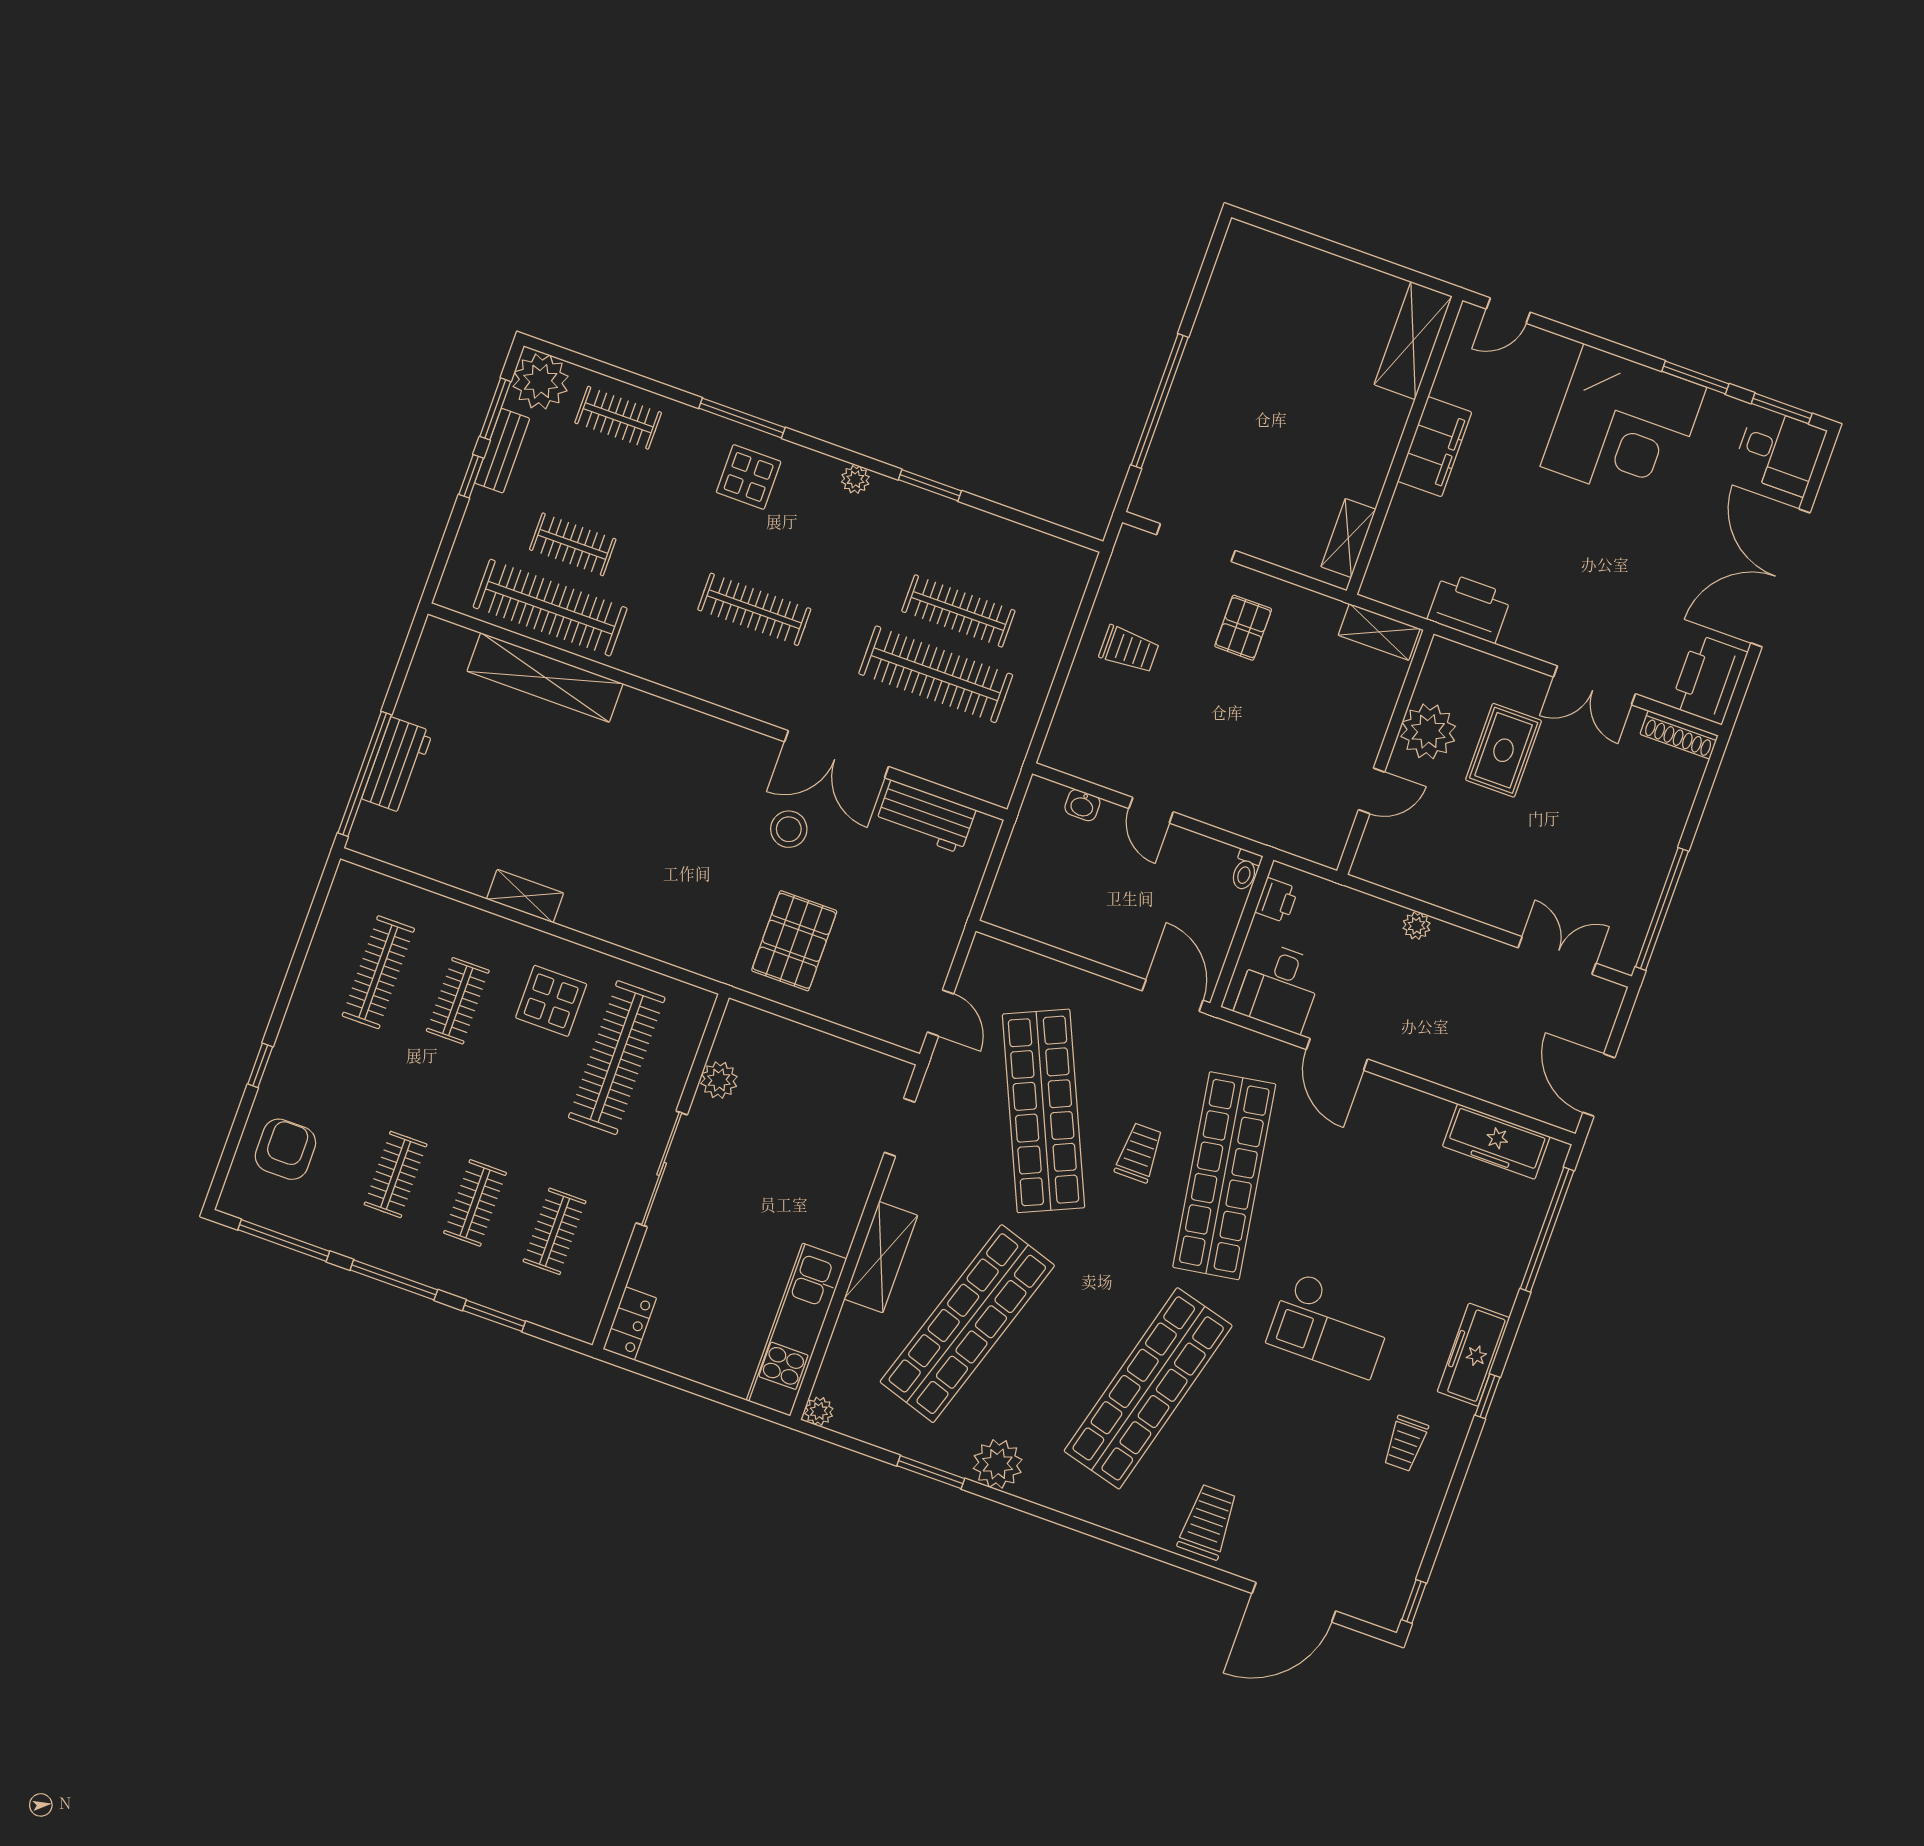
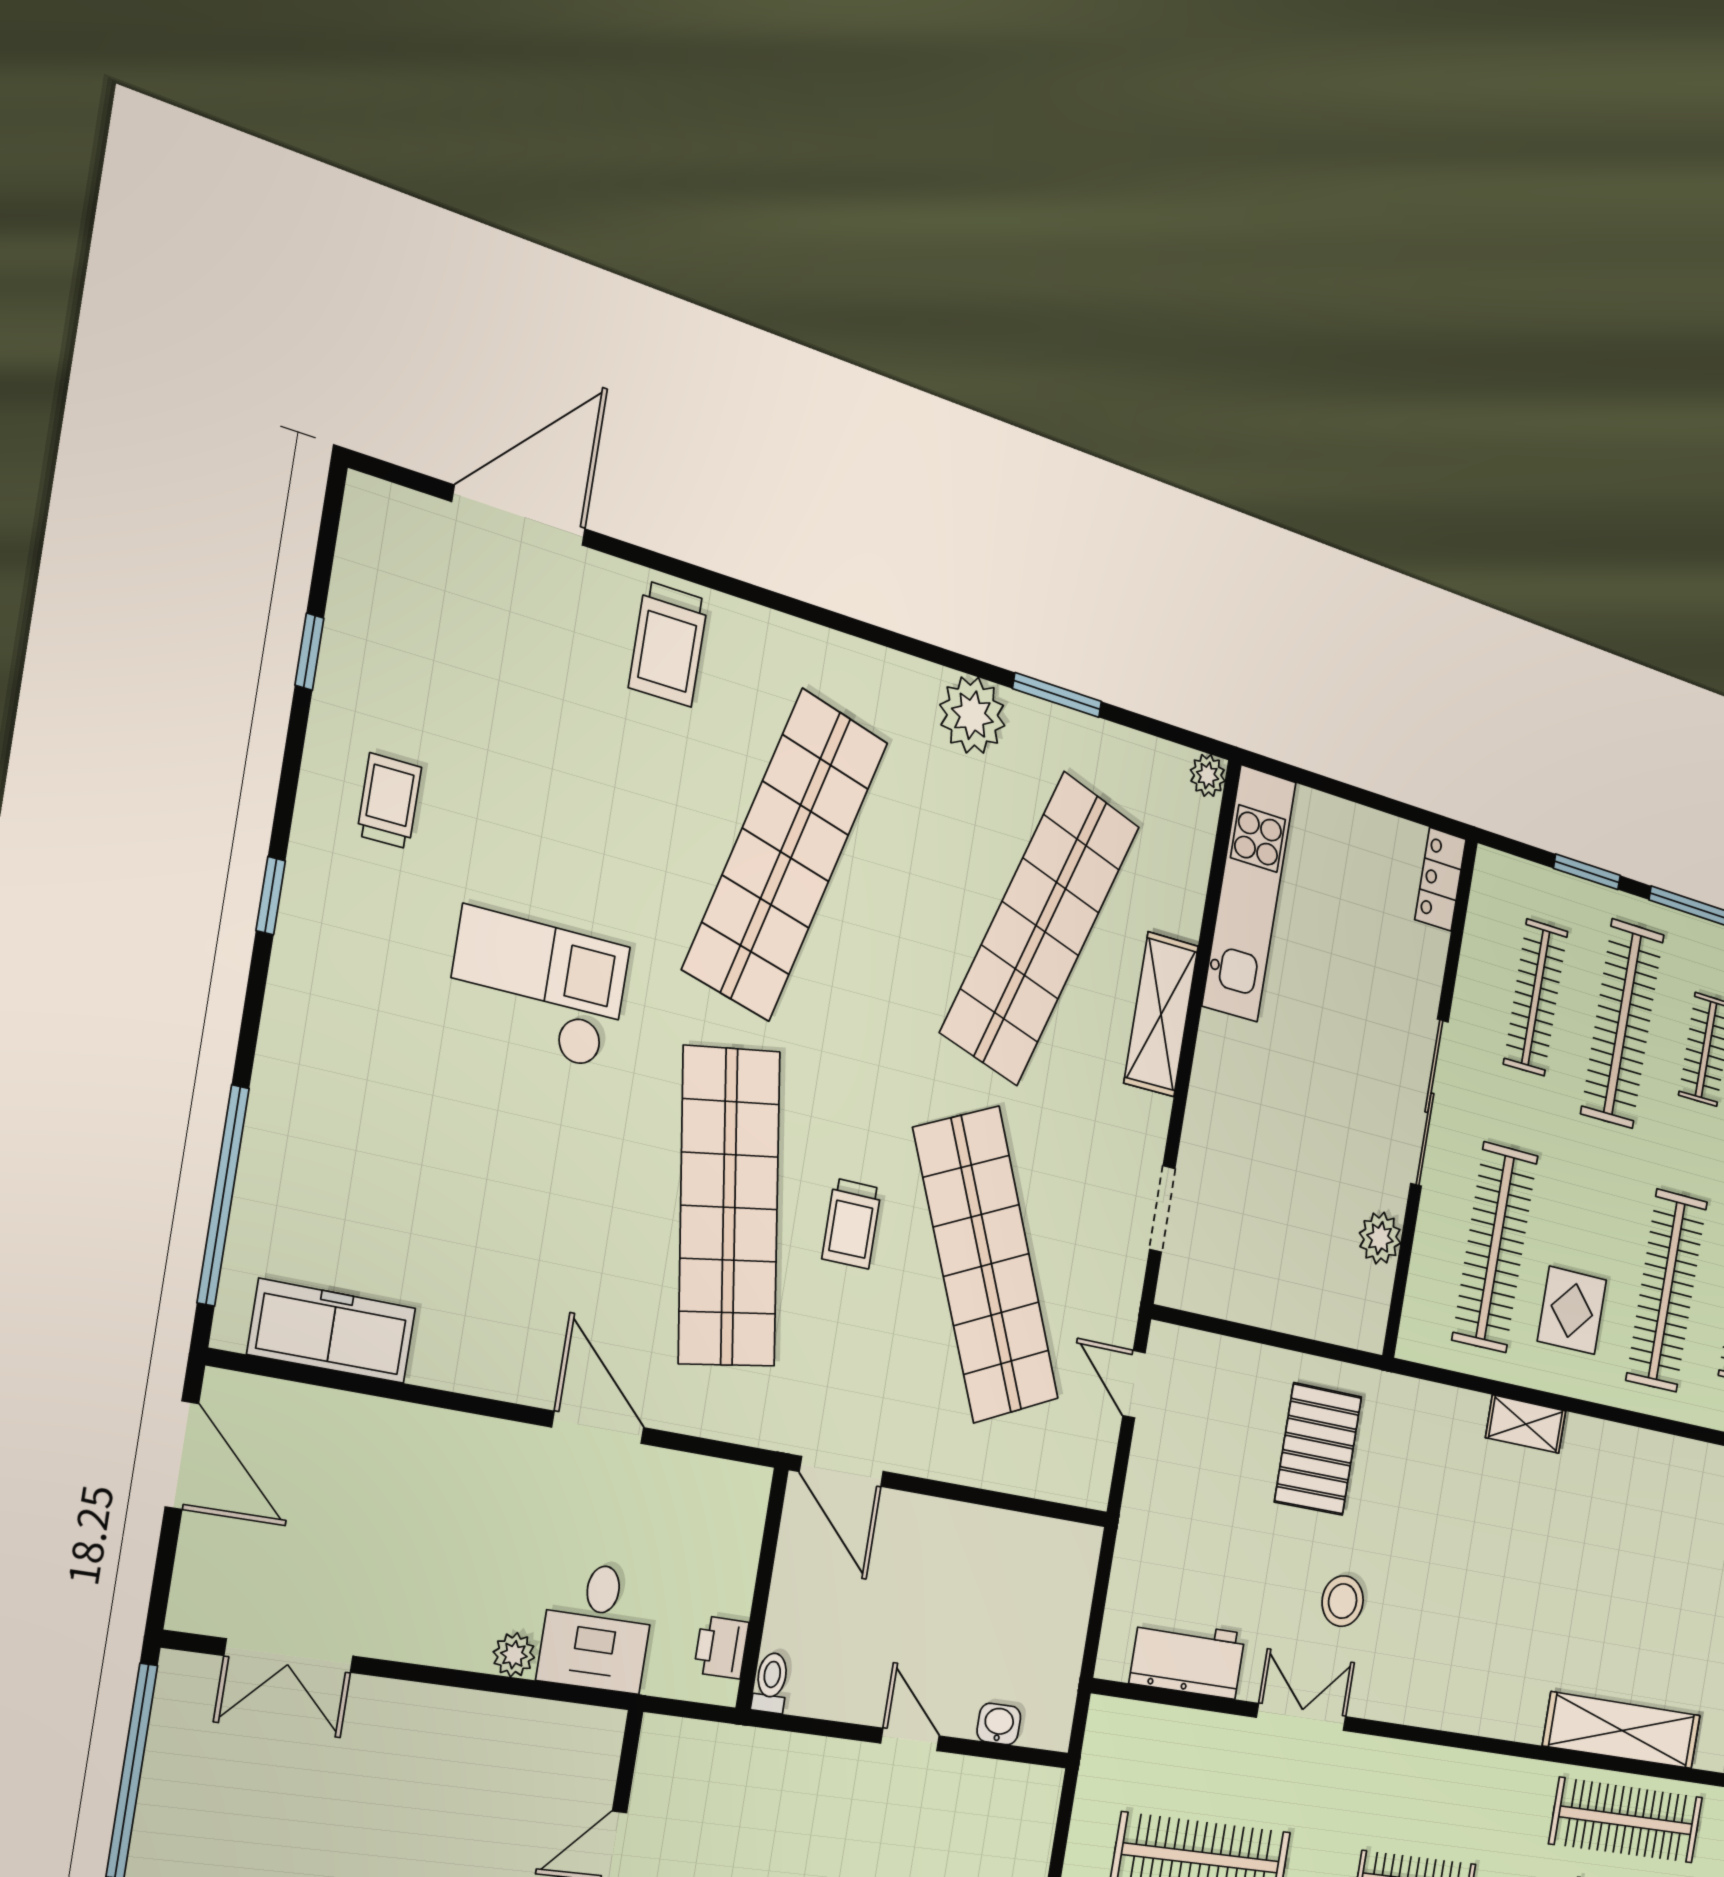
double door: (837, 754) -> (1301, 1717), width x0.73
shelving: (525, 896) -> (1526, 1424), moved
desk: (1279, 987) -> (597, 1627), moved, turned 180
clothes rail: (458, 1001) -> (1667, 1291), width x1.86, depth x1.31
clothes rail: (475, 1203) -> (1622, 1024), width x1.86, depth x1.31
clothes rail: (555, 1231) -> (1536, 998), width x1.36
freezer: (1473, 1355) -> (306, 965), removed
window: (1414, 1601) -> (309, 652), moved

